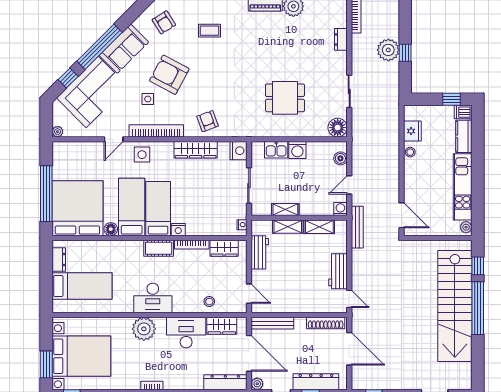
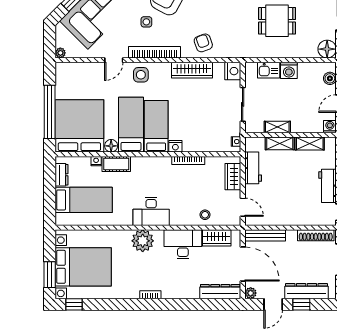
nightstand: (95, 245) -> (96, 161), added
cot: (159, 248) -> (116, 164), moved
wardrobe: (224, 248) -> (233, 177), moved, turned 90

